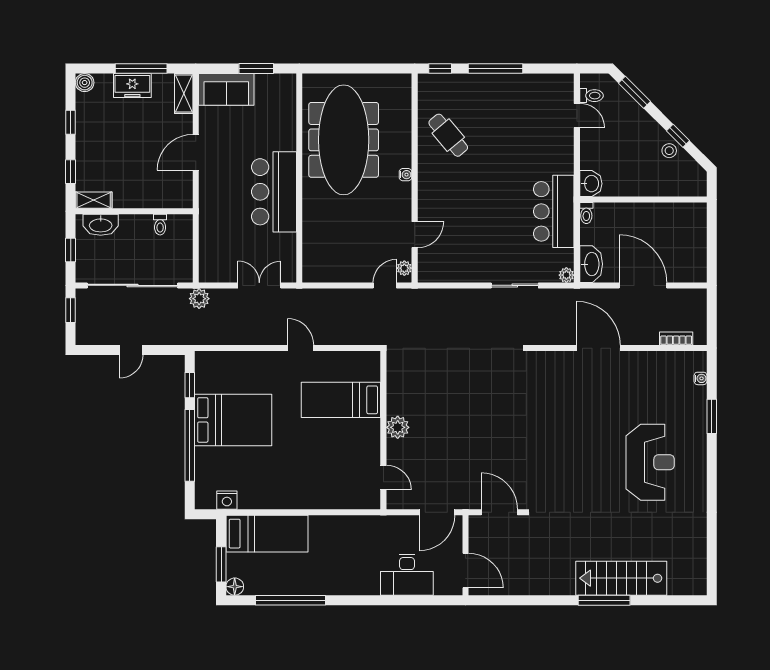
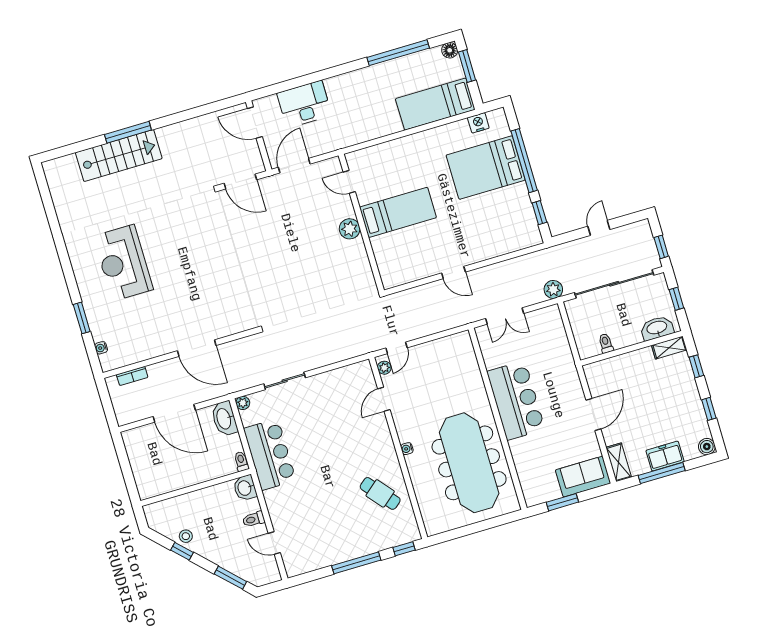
toilet: (591, 96) -> (254, 519), moved
bed: (341, 400) -> (398, 212), moved
bed: (233, 420) -> (486, 168), moved

